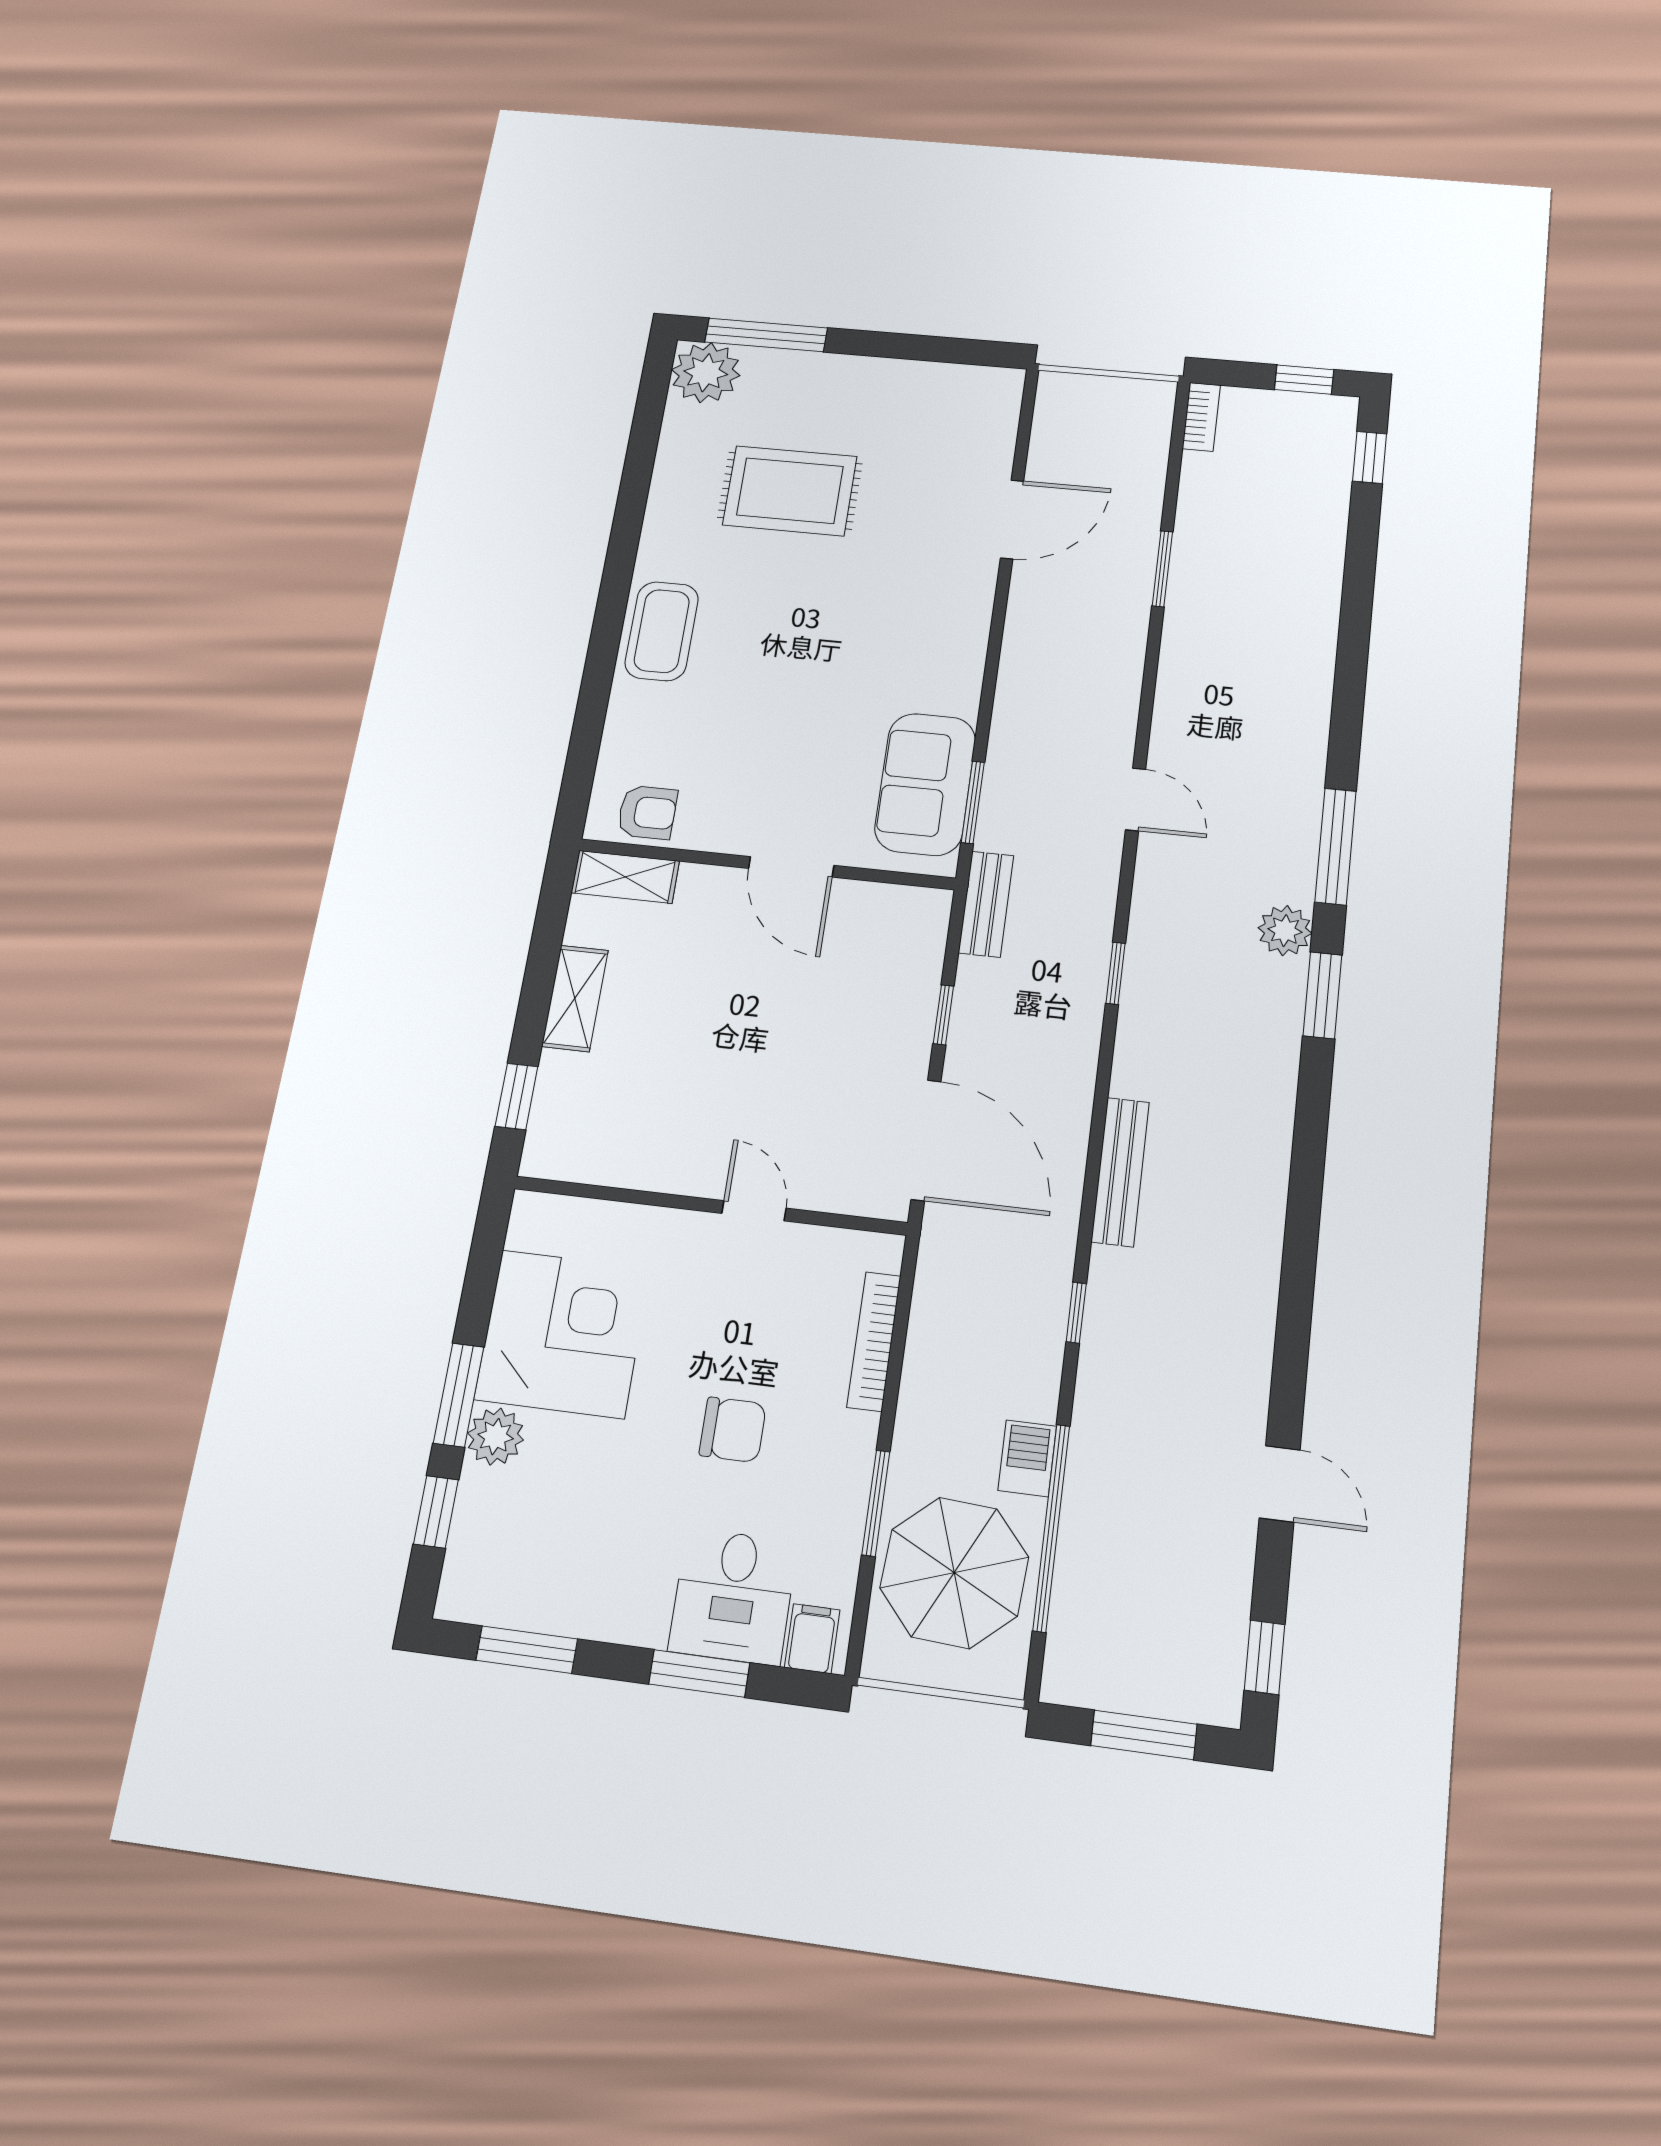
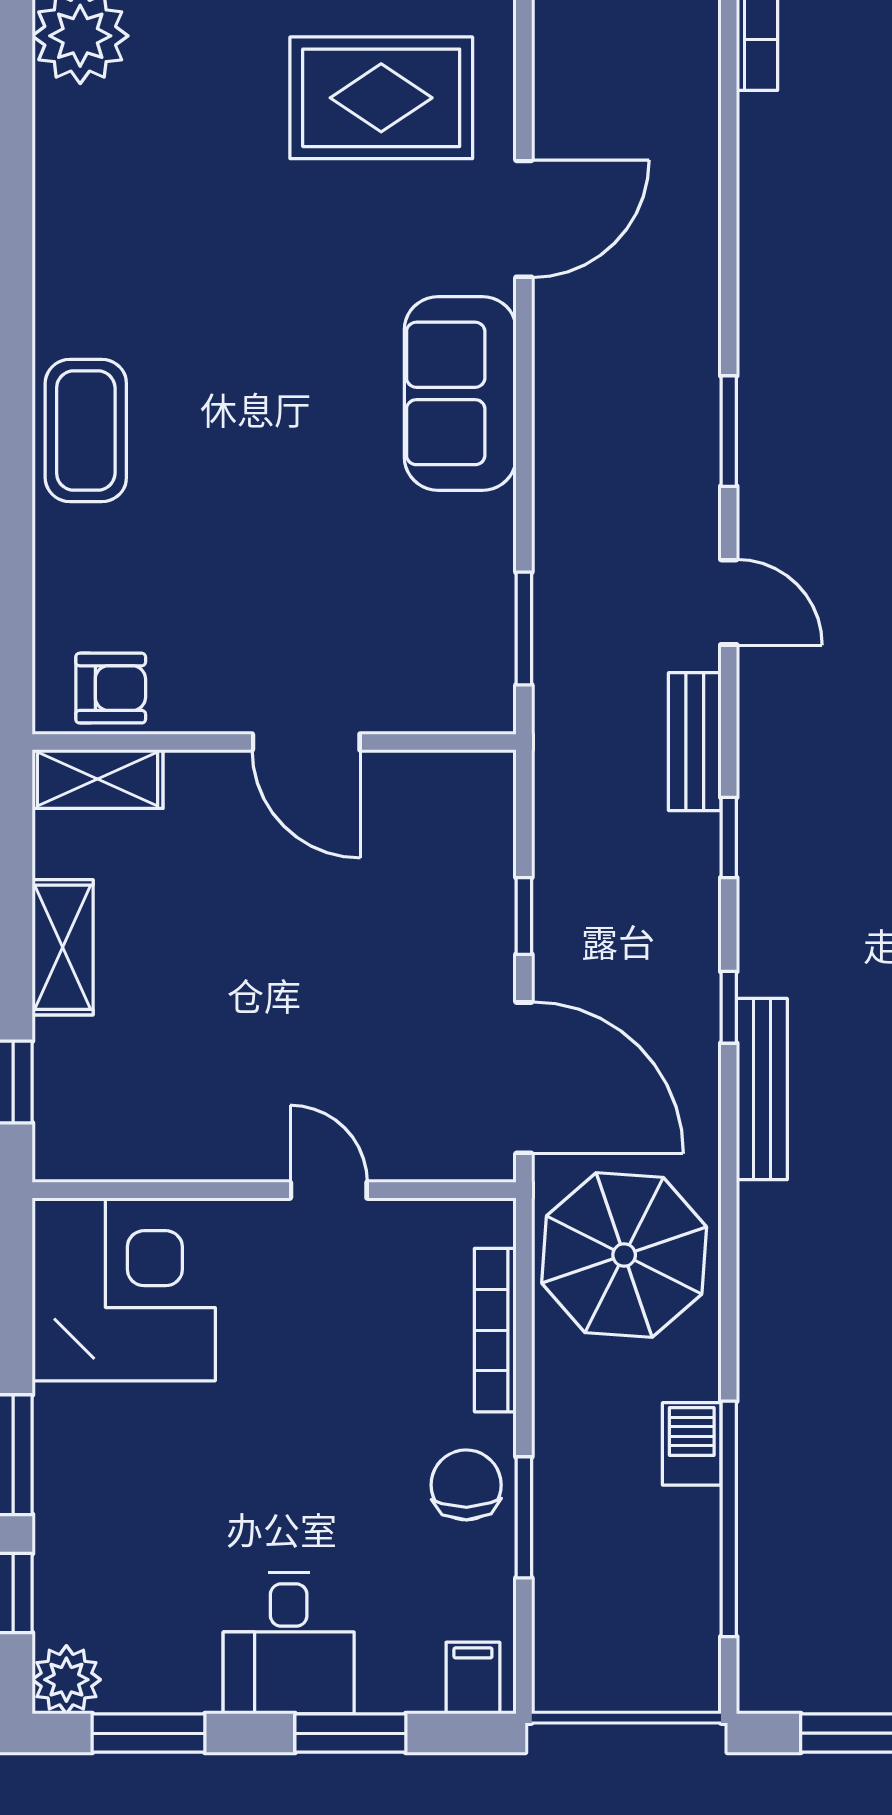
rug: (790, 491) -> (381, 98), moved
window: (1162, 569) -> (729, 431), moved
sofa: (925, 784) -> (460, 393), moved
bench: (986, 904) -> (695, 742), moved
window: (1076, 1313) -> (729, 1007), moved
corner desk: (563, 1334) -> (124, 1289), moved
chair: (733, 1430) -> (466, 1485), moved, turned -91
plant: (496, 1437) -> (66, 1680), moved
parasol: (954, 1572) -> (624, 1255), moved
desk: (733, 1596) -> (289, 1643), moved

